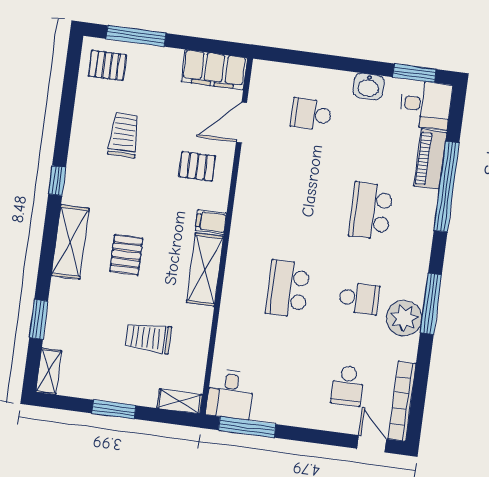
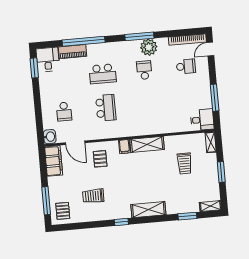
washbasin: (368, 87) -> (50, 137), moved
pallet: (126, 255) -> (148, 182), removed
school desk: (288, 289) -> (106, 108), moved, turned -90
window: (247, 427) -> (215, 98), moved

